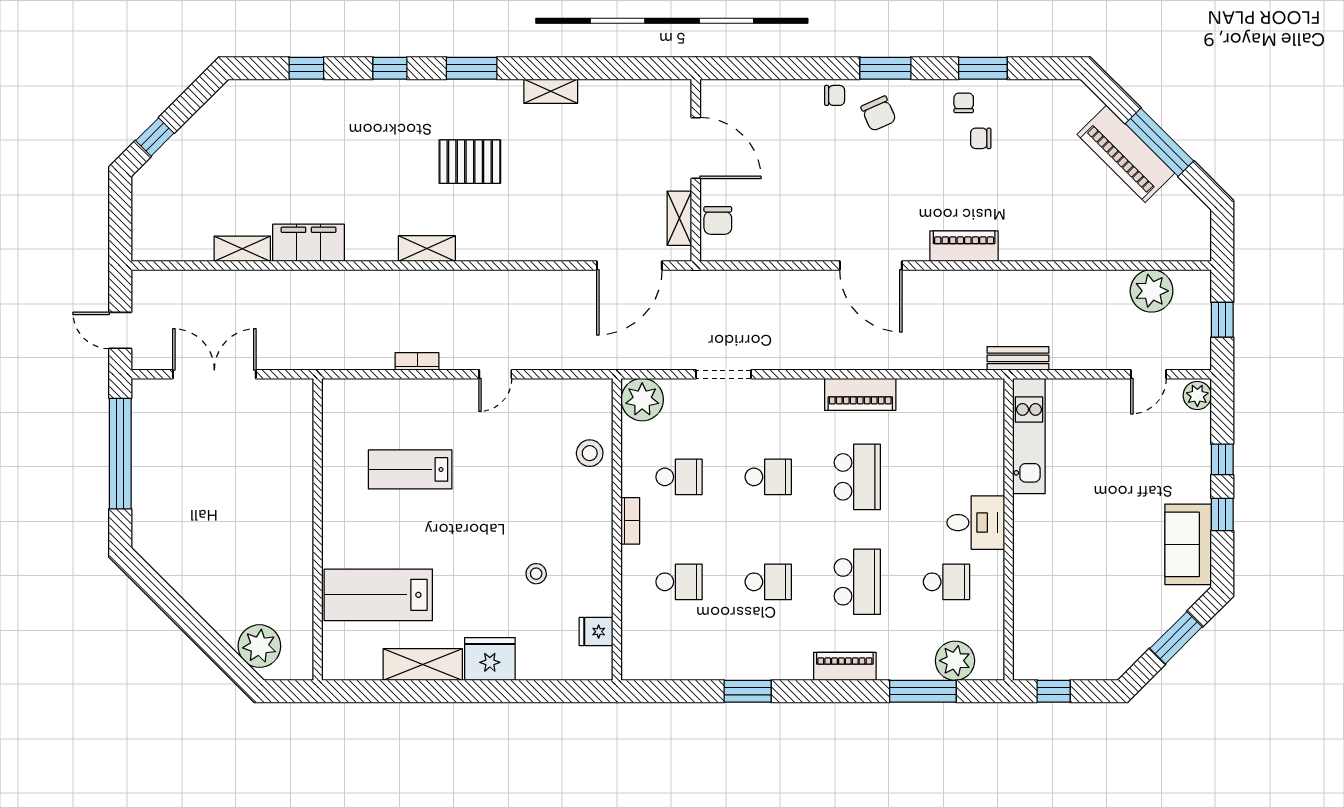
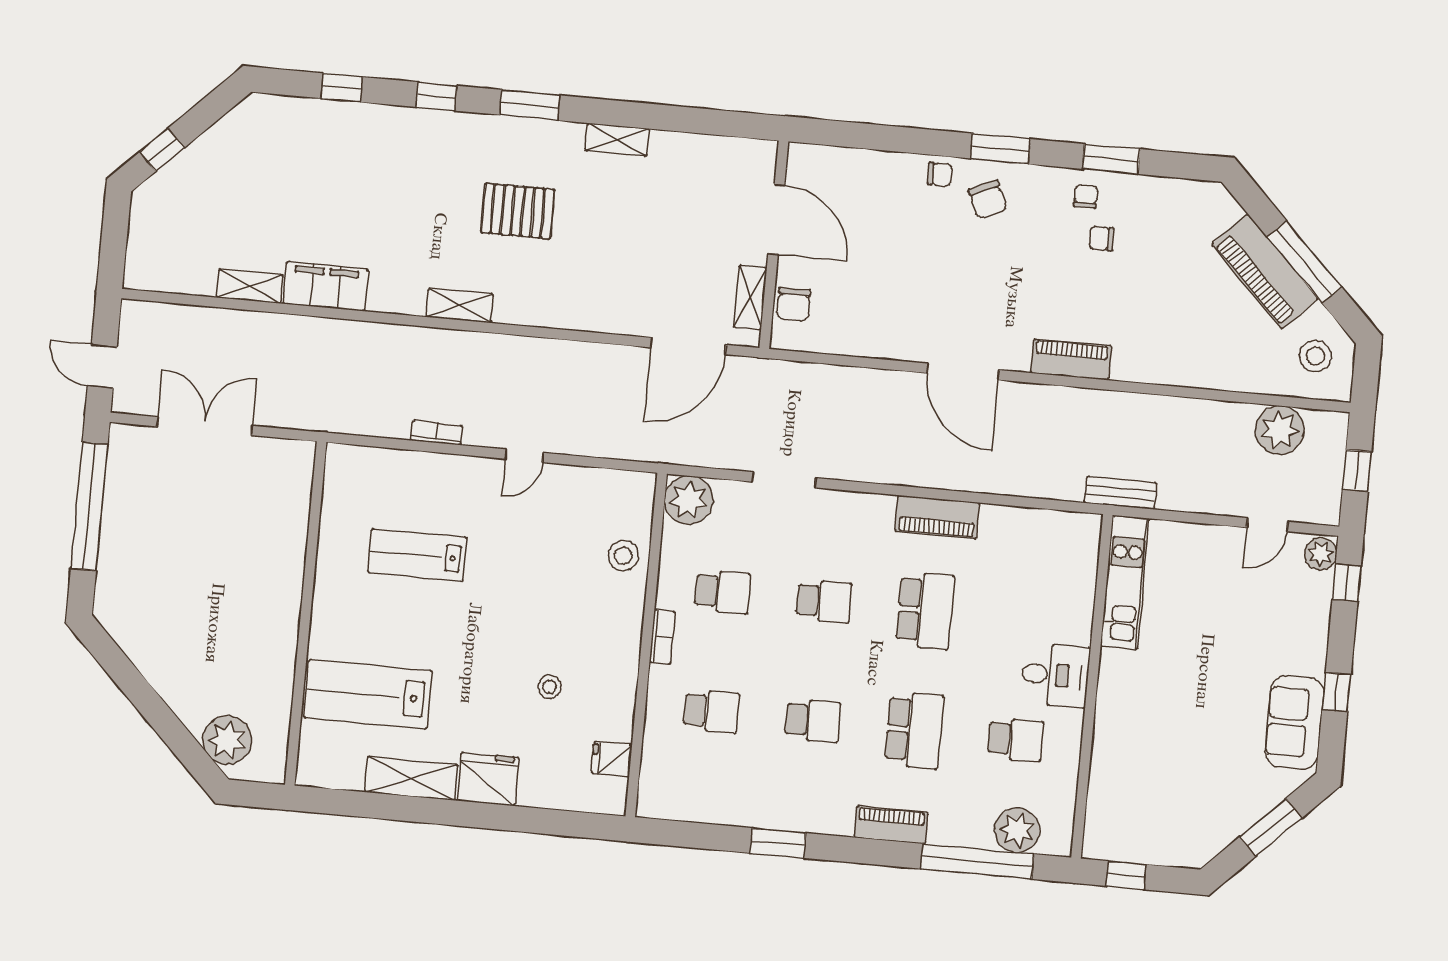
stool: (1177, 223) -> (1315, 356), added
window: (1222, 459) -> (1347, 583), moved
window: (923, 691) -> (977, 861), width x1.46

